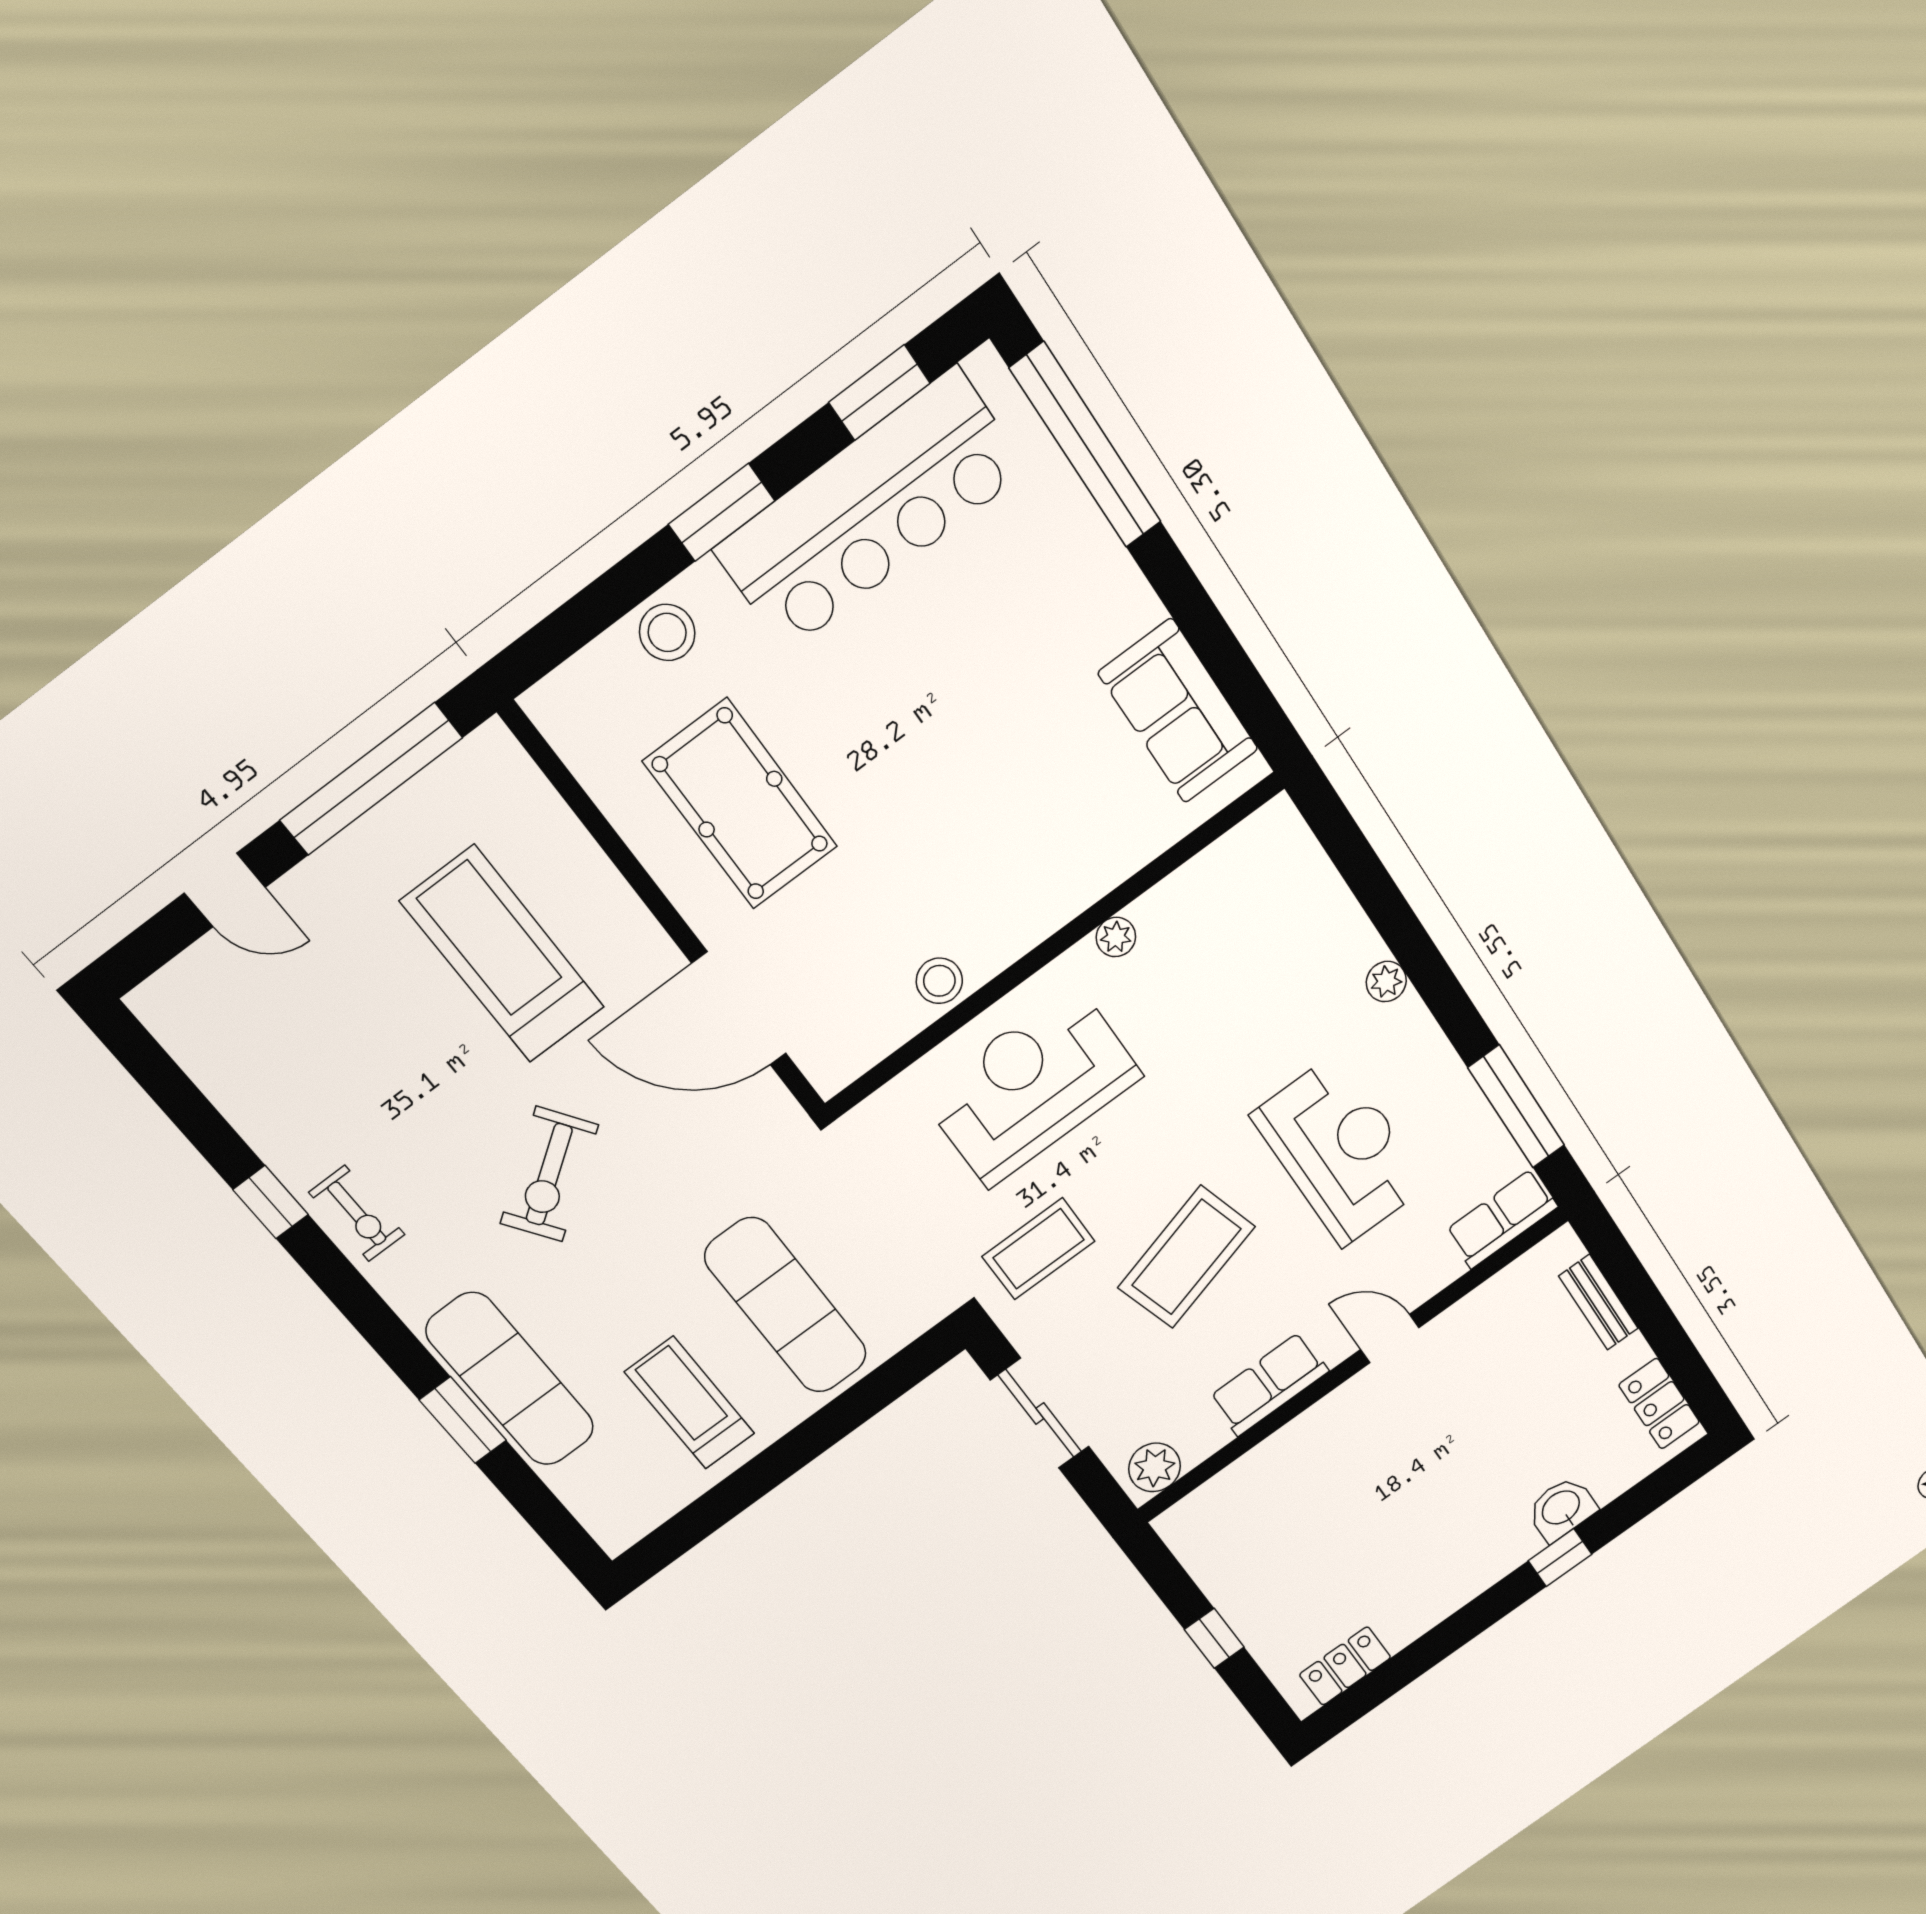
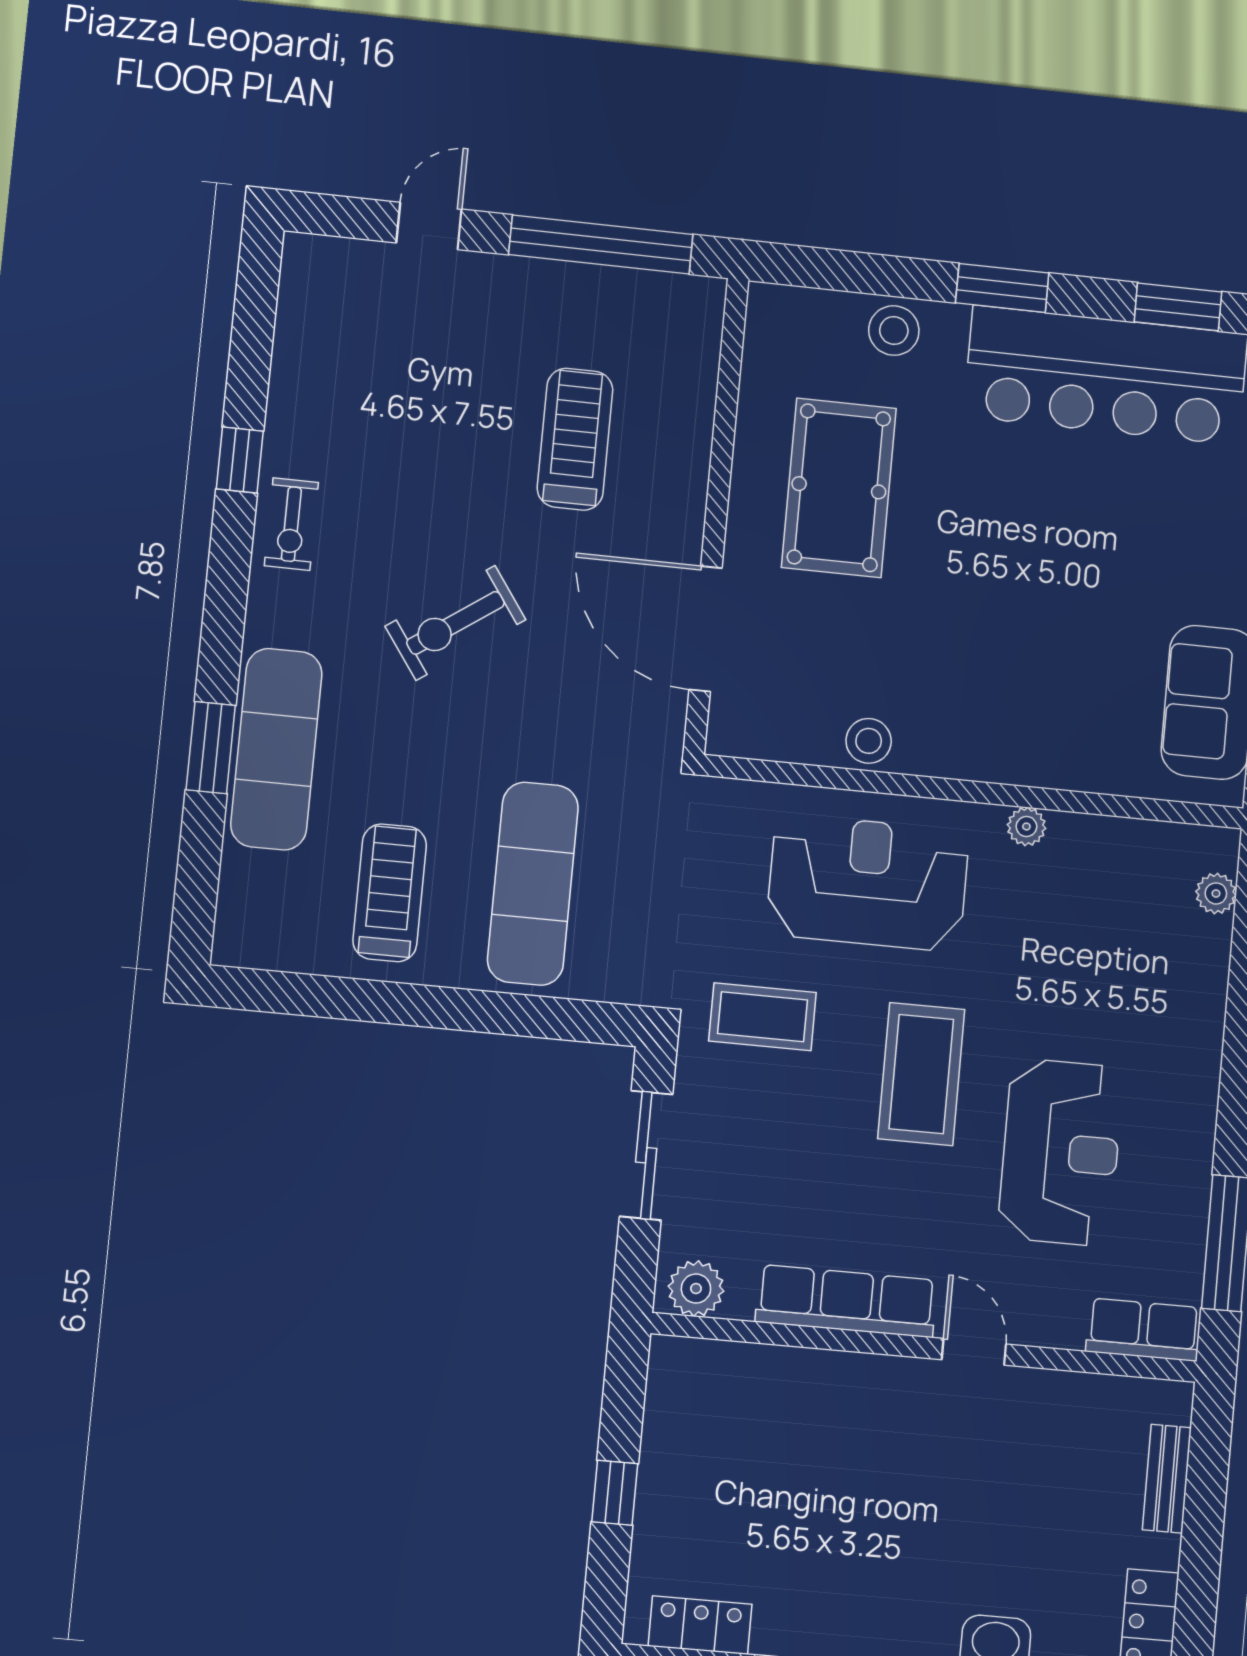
door: (225, 890) -> (429, 226), swing flipped
treadmill: (503, 954) -> (575, 439), width x0.73, depth x0.73
plant: (1386, 982) -> (1216, 893), moved
coffee table: (1186, 1257) -> (921, 1074), moved, turned -74
row of seats: (1269, 1384) -> (846, 1301), width x1.48

